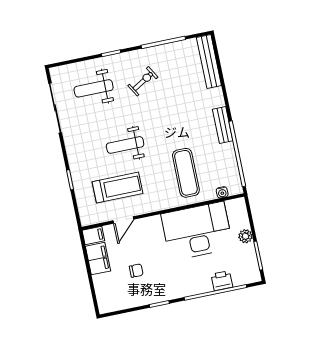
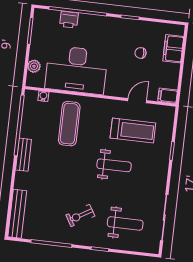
treadmill: (117, 188) -> (133, 131), turned 180
plant: (245, 236) -> (34, 66), moved
filing cabinet: (98, 259) -> (173, 49), moved

